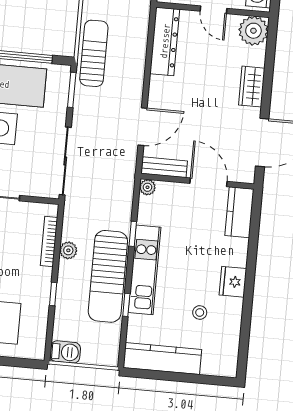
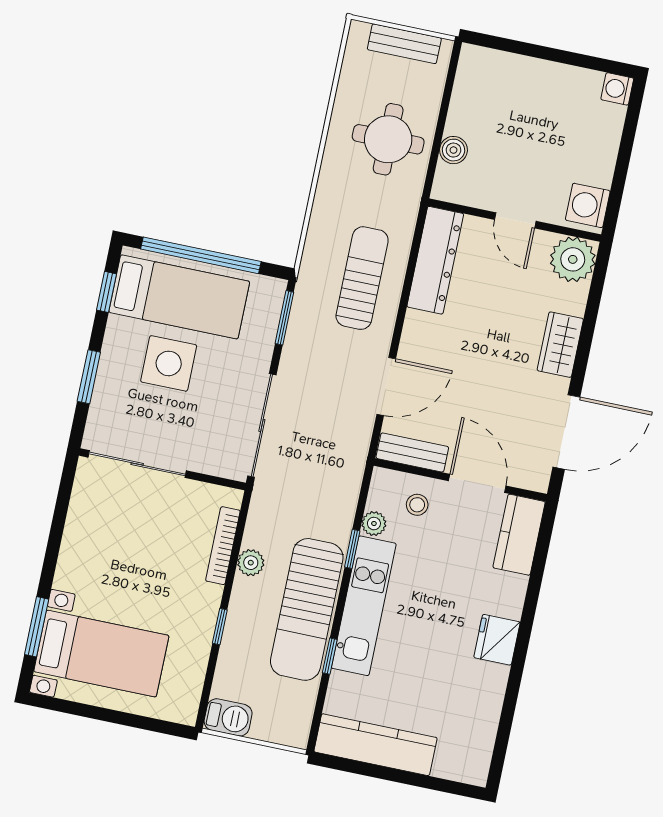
sun lounger: (94, 53) -> (362, 278), moved
plant: (147, 187) -> (374, 524), moved
stool: (200, 313) -> (417, 505), moved

